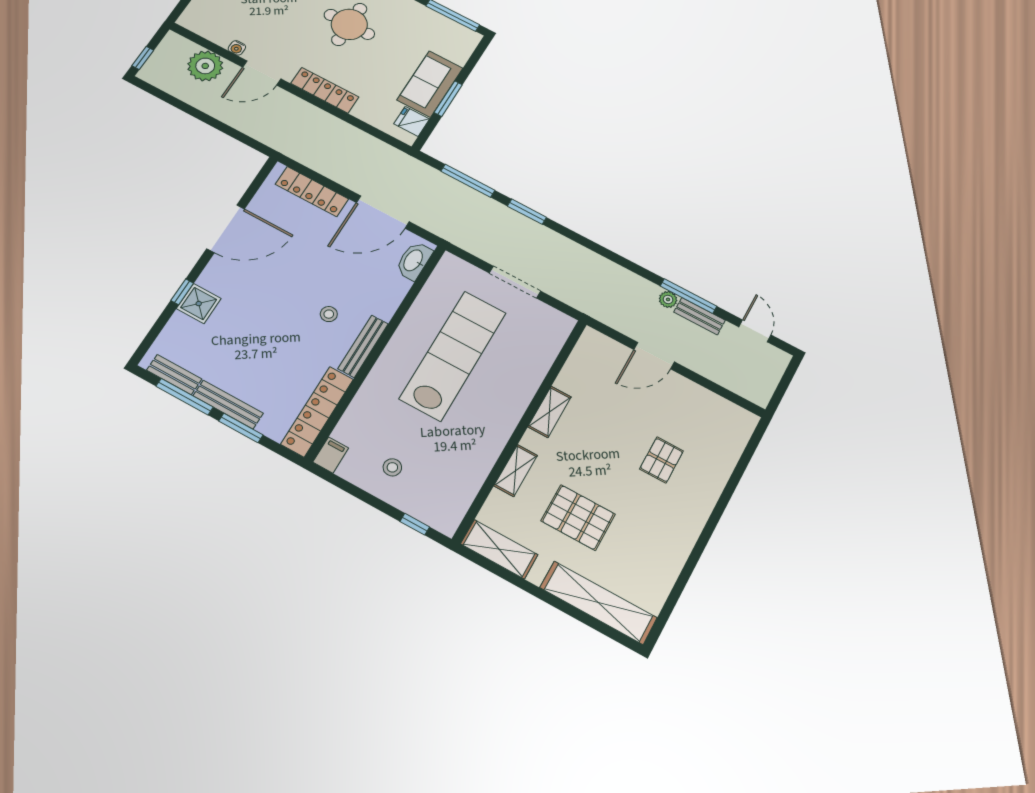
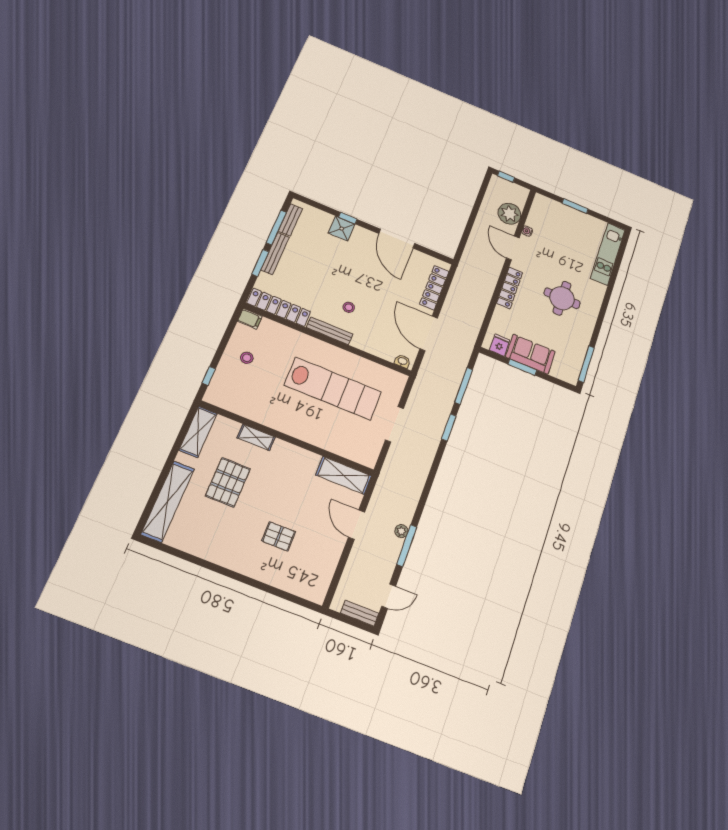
washbasin: (414, 261) -> (402, 361), width x0.52, depth x0.69
bench: (699, 316) -> (360, 613), moved, turned 90
shelving: (550, 412) -> (344, 475), moved, width x1.50, depth x1.33

